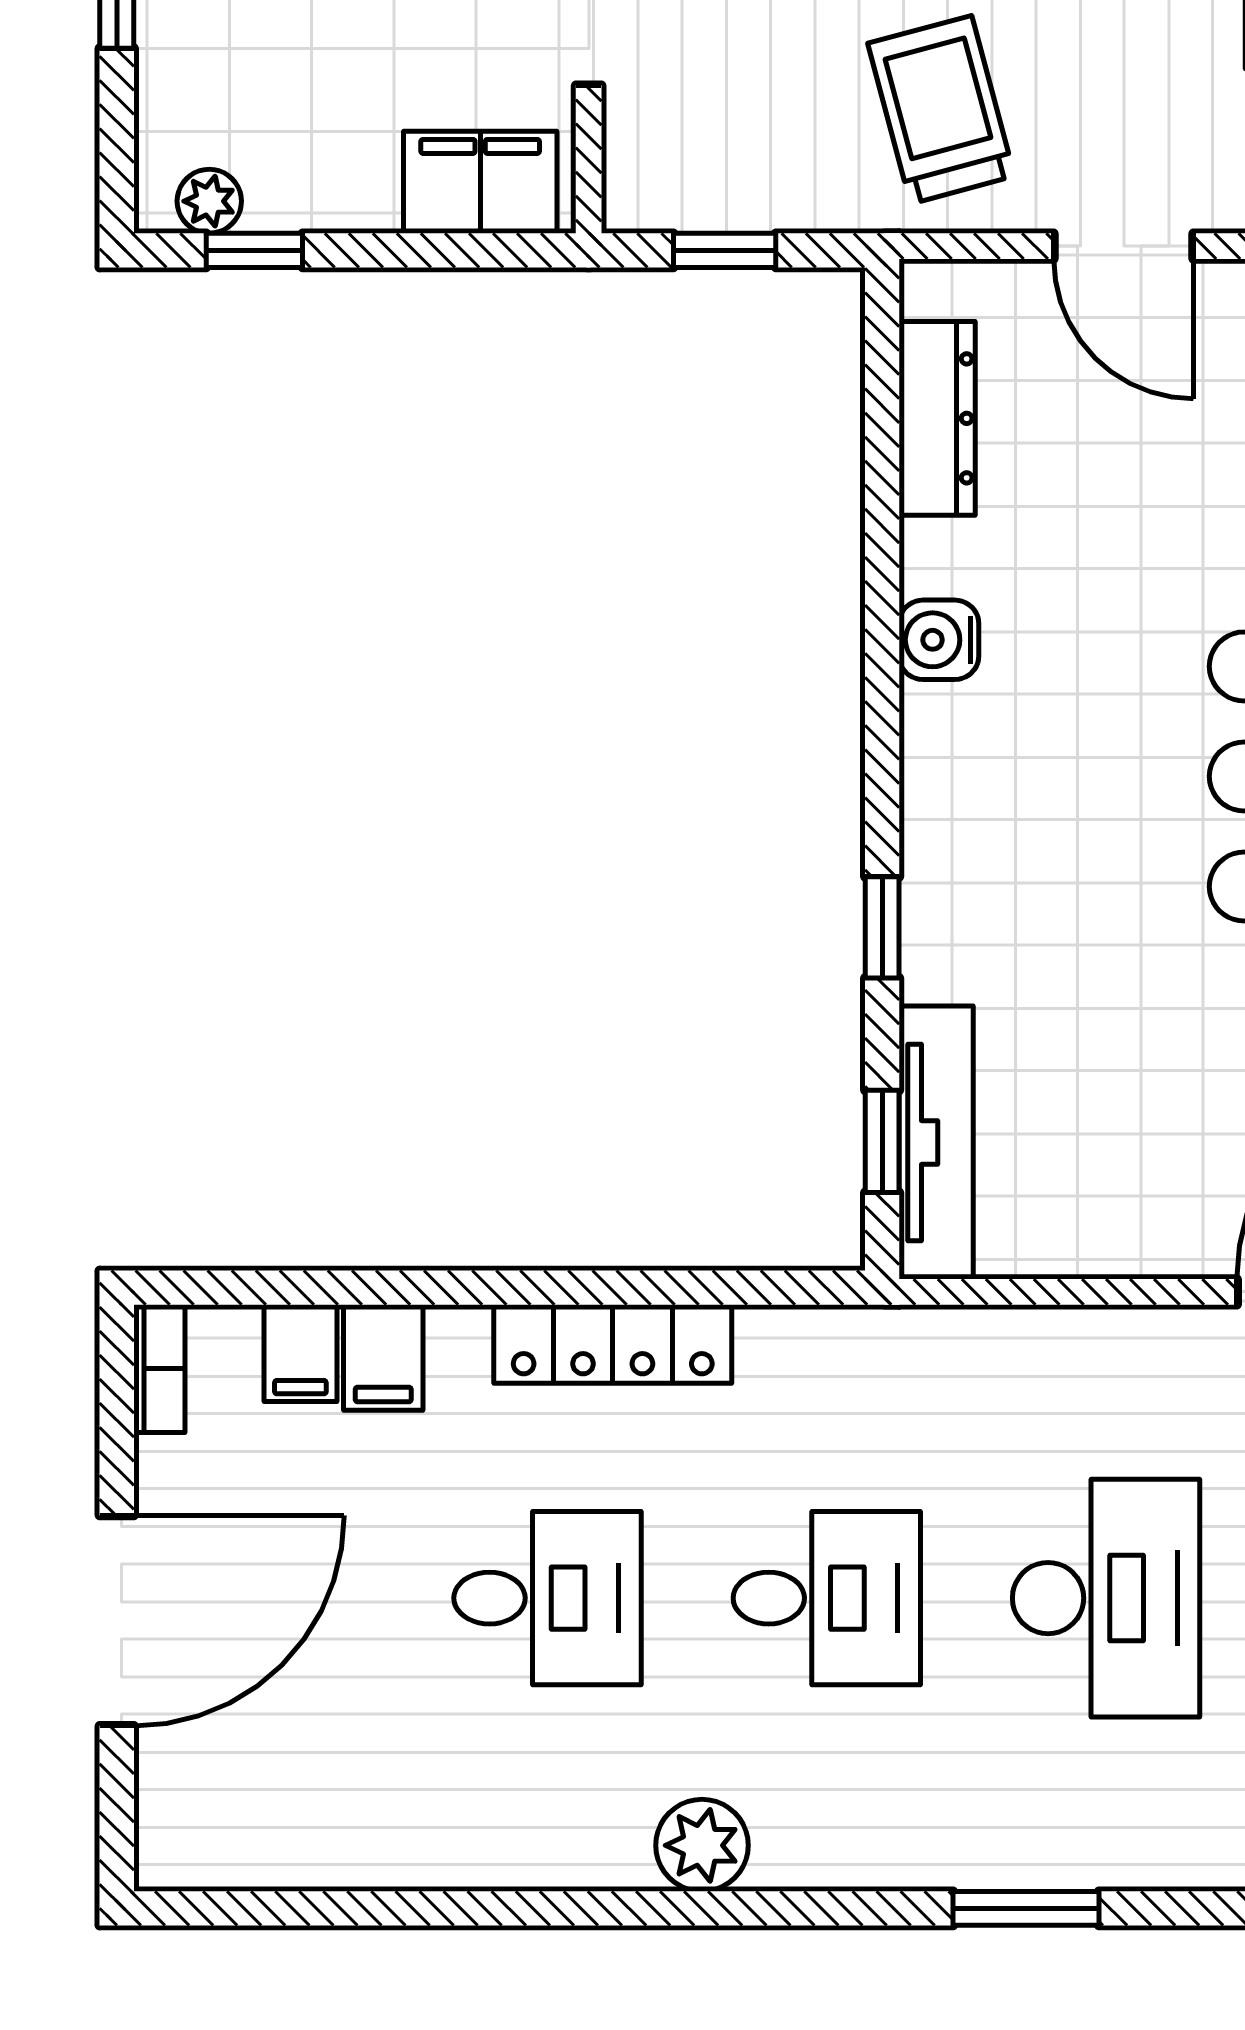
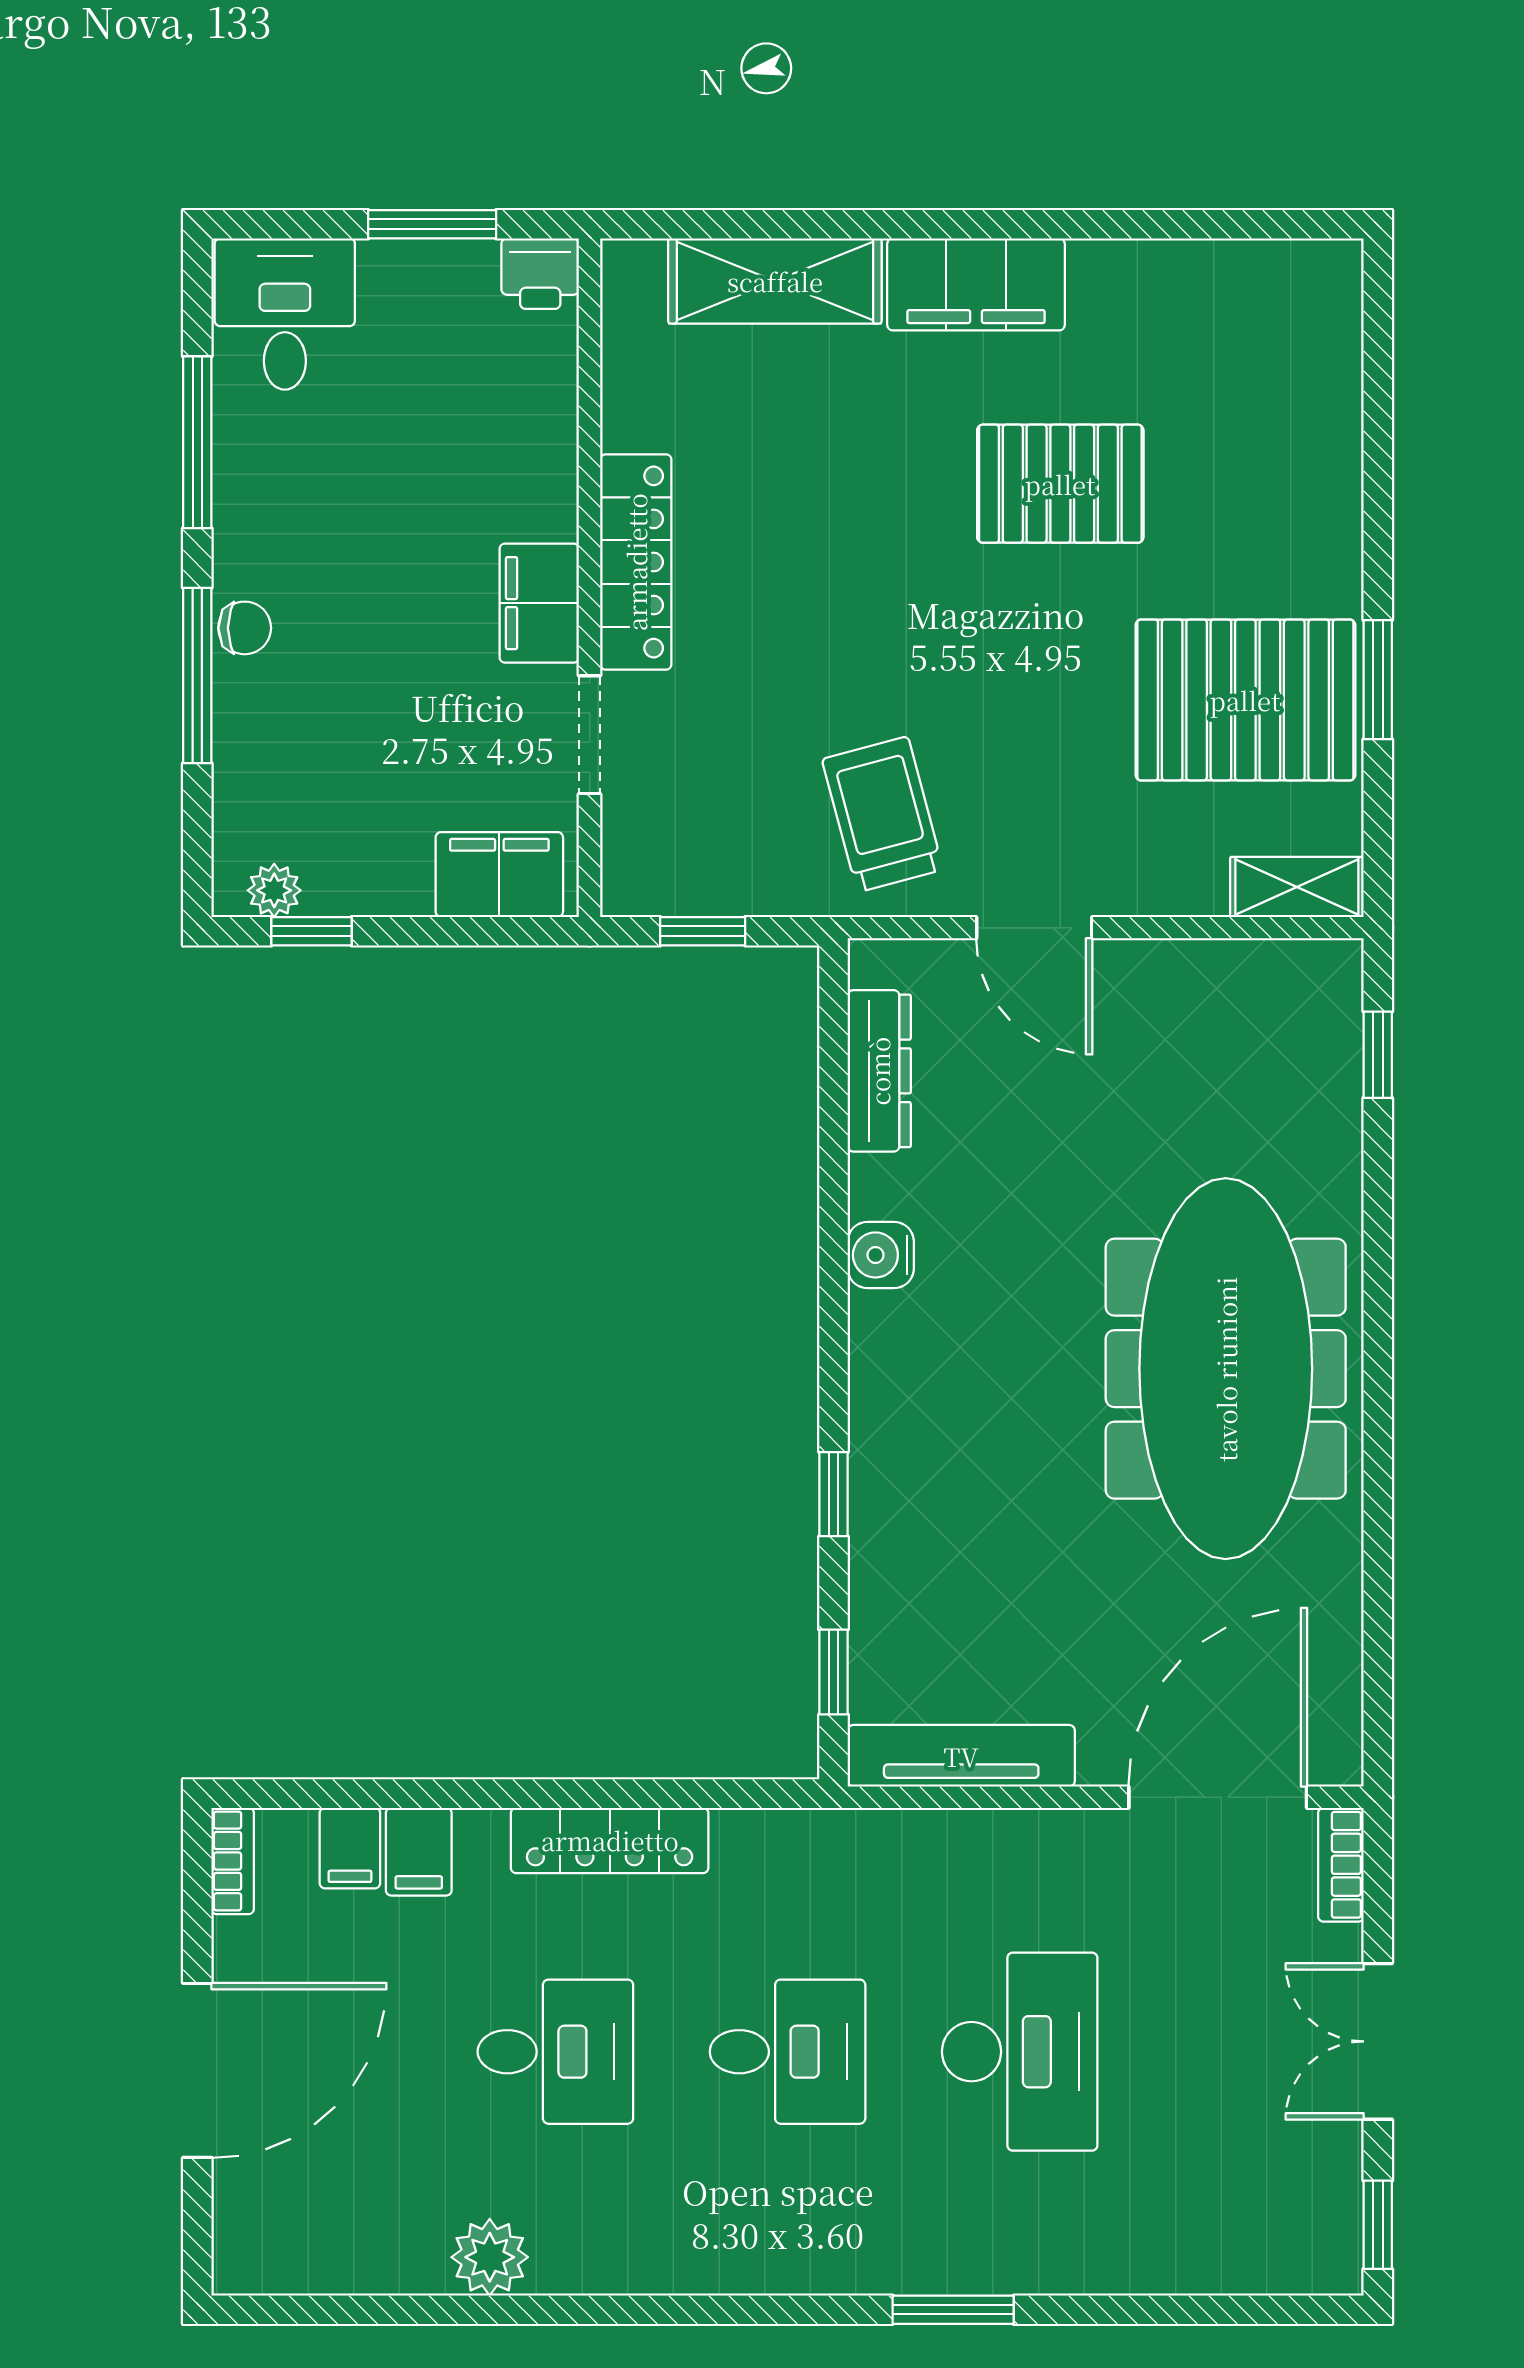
tv unit: (936, 1143) -> (961, 1756), moved, turned -90
plant: (702, 1845) -> (490, 2257), moved

